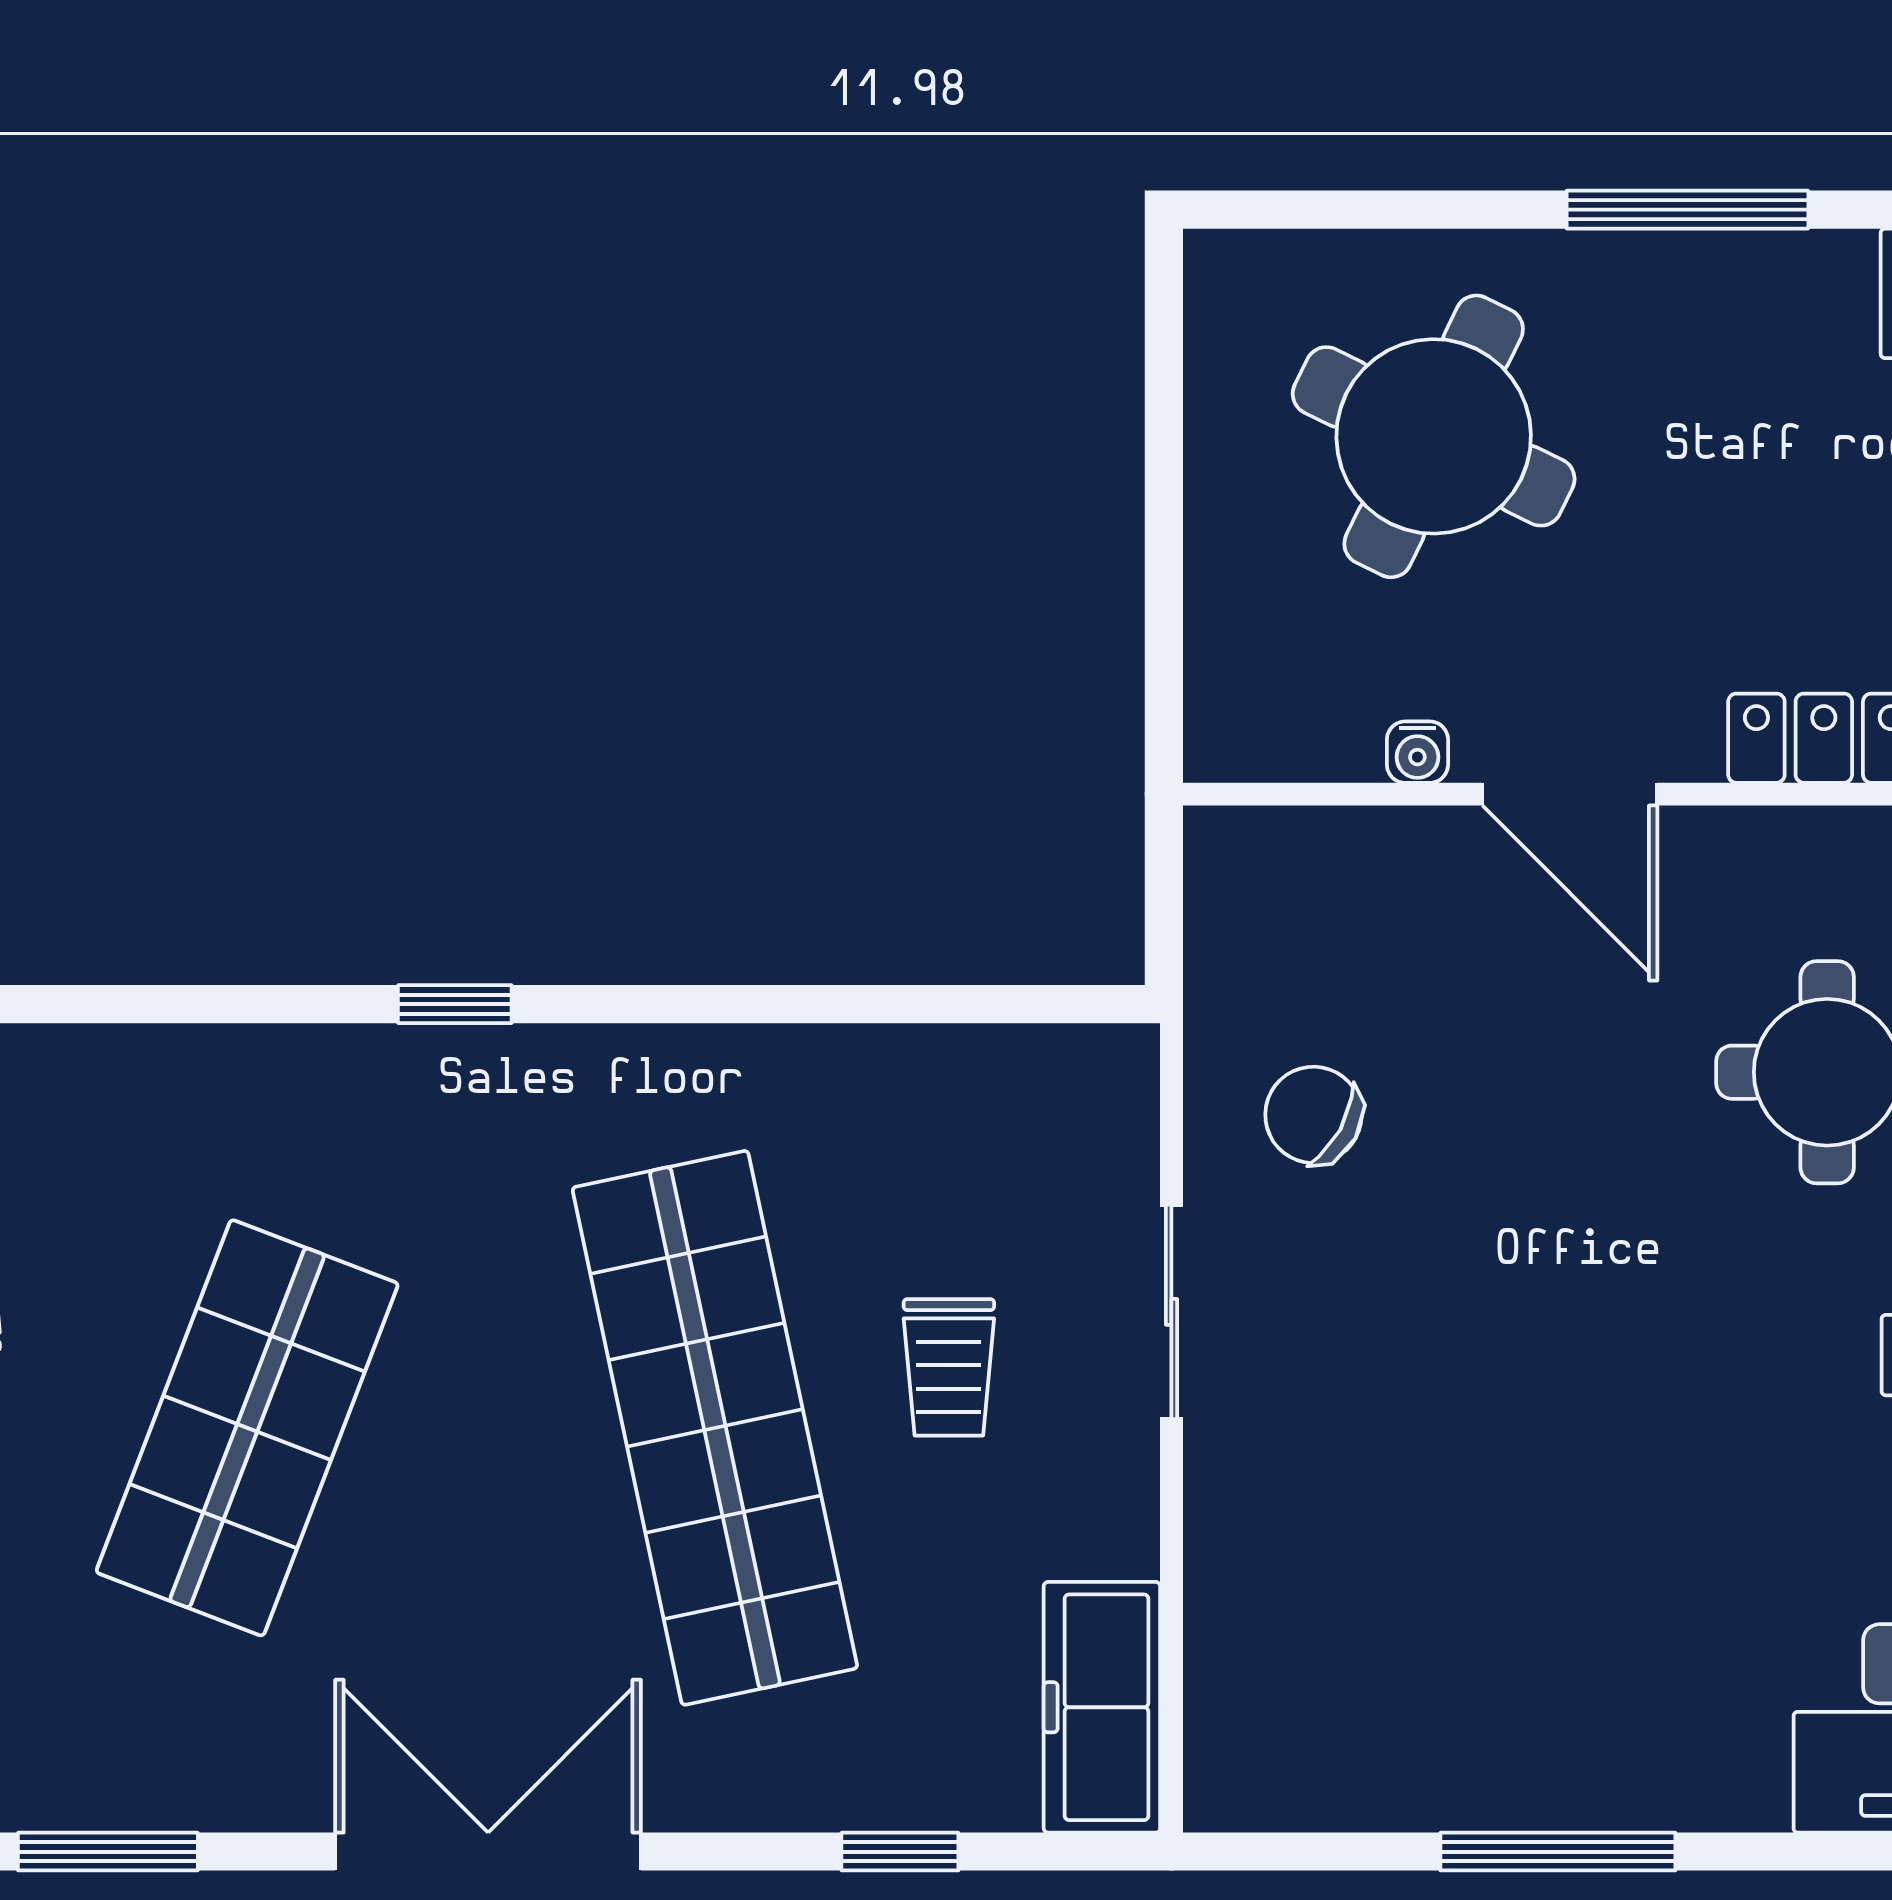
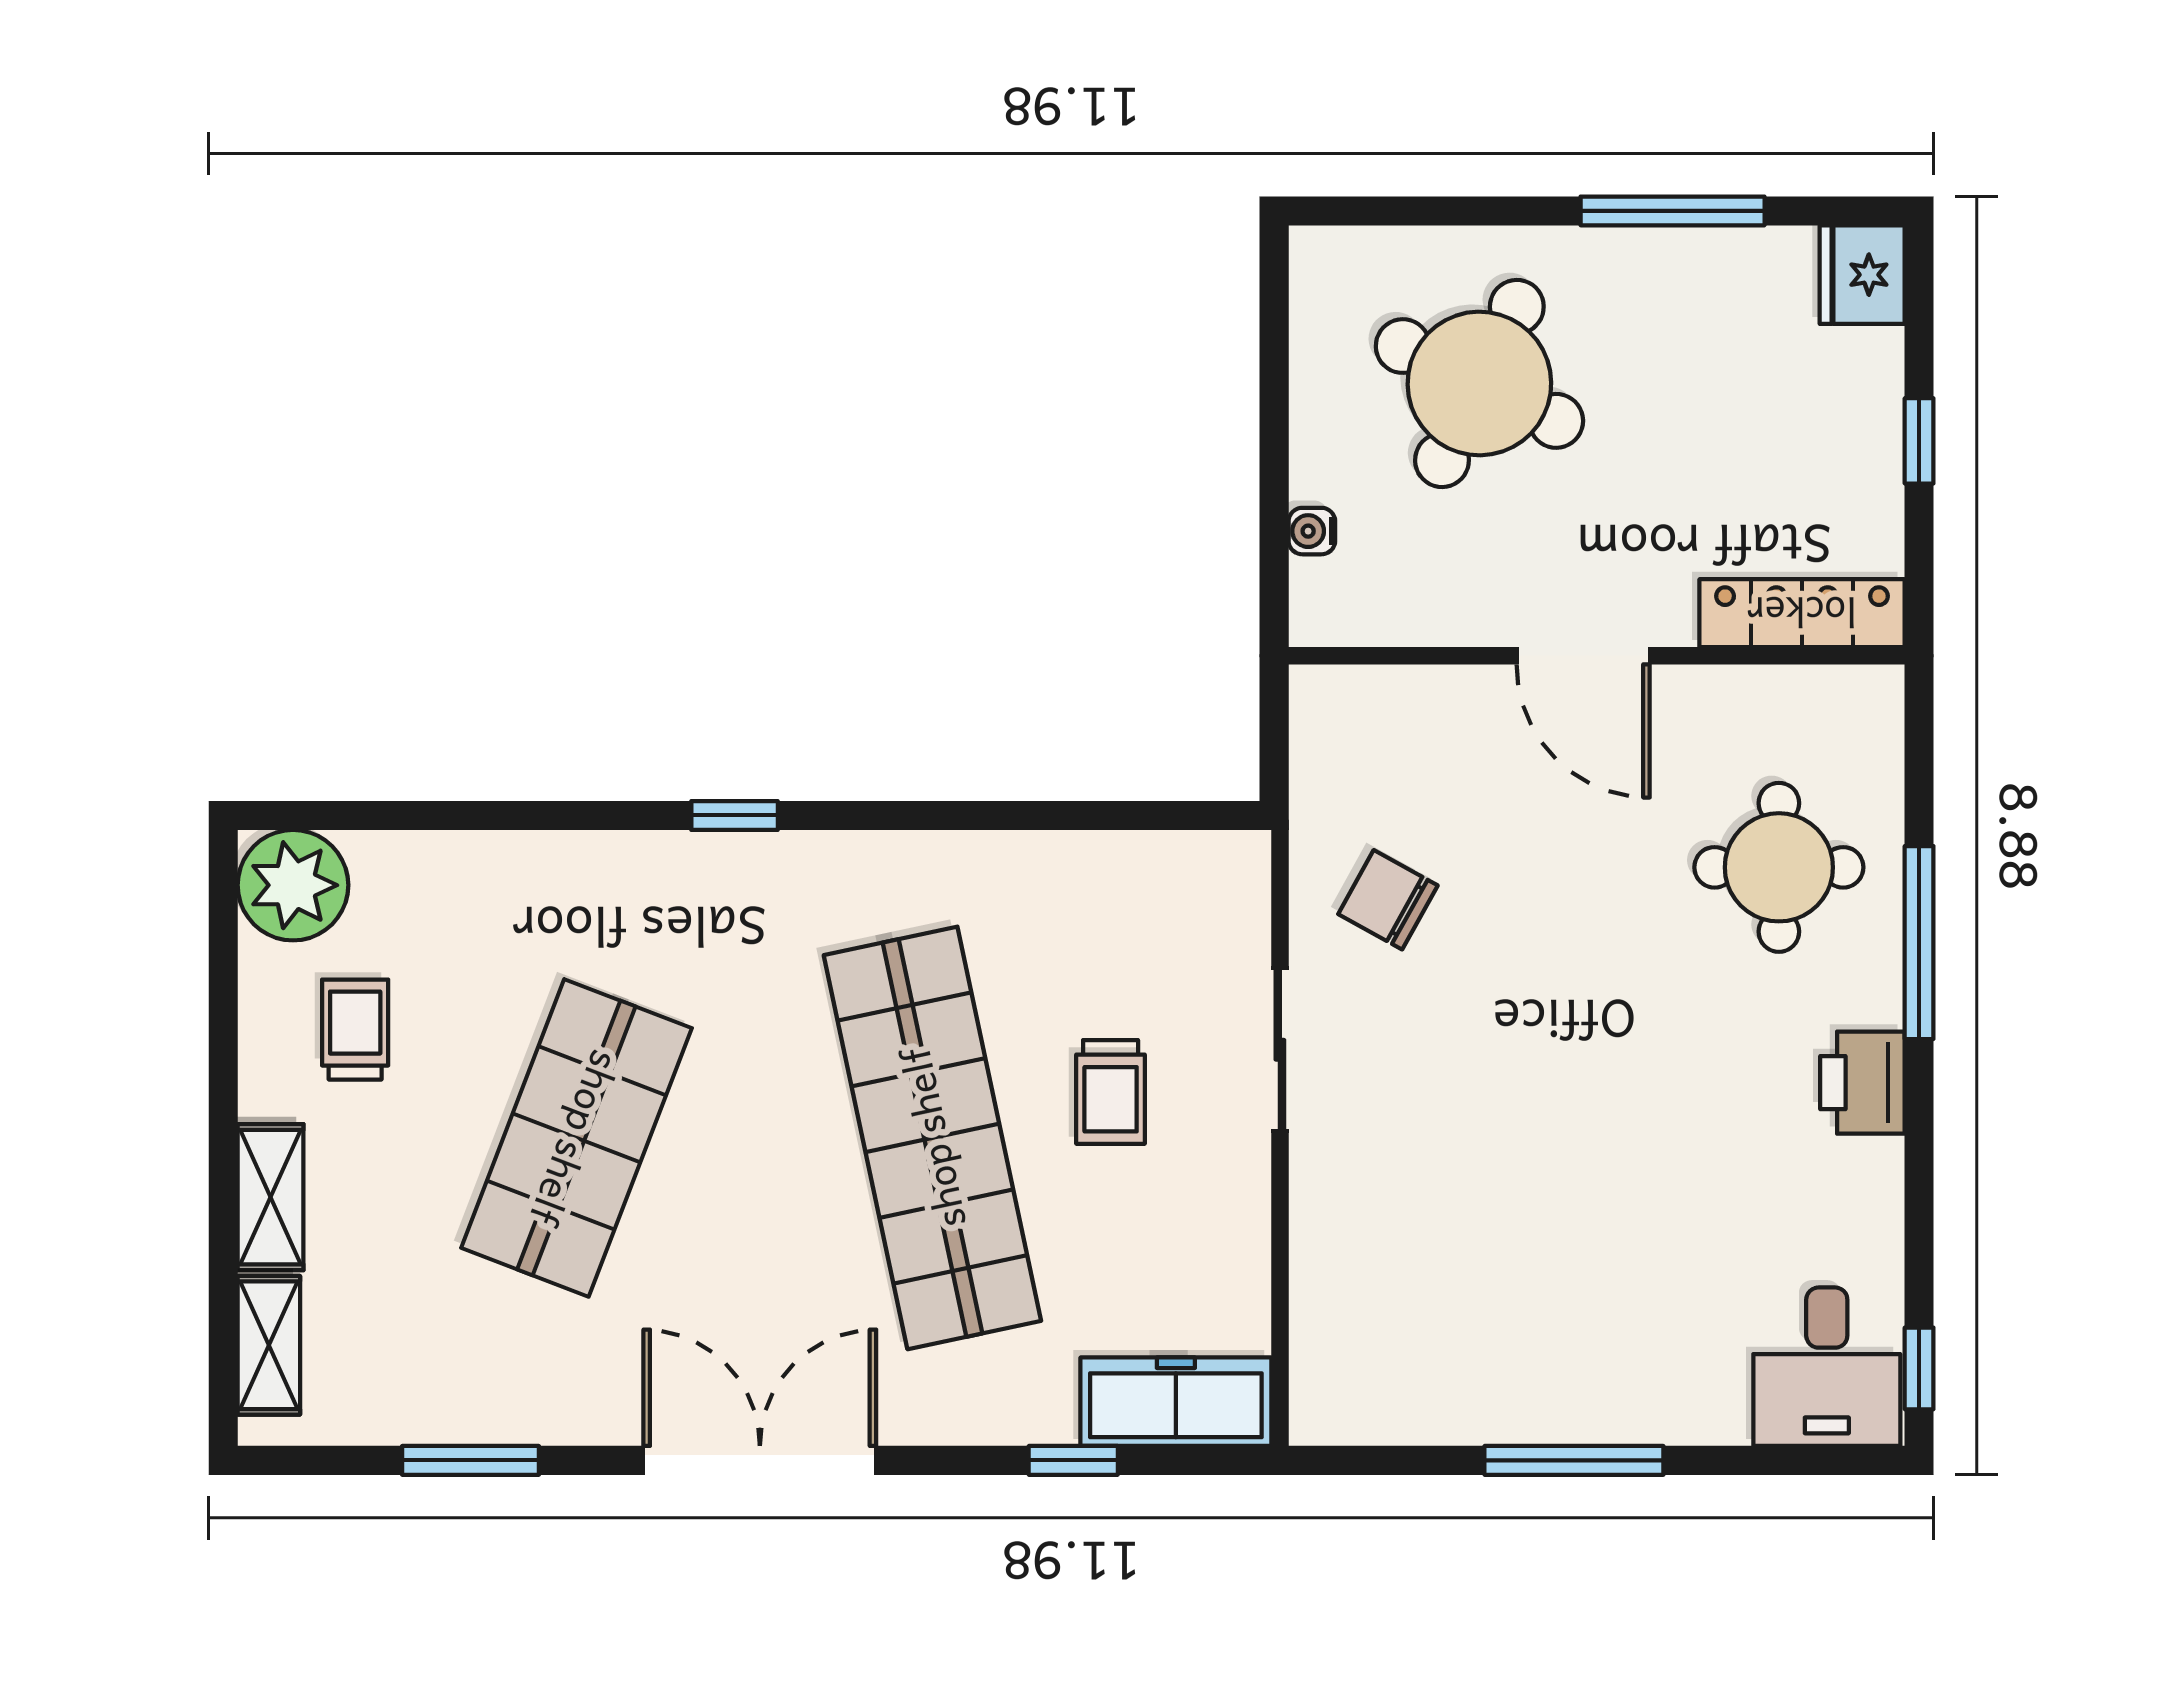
water cooler: (1417, 752) -> (1312, 531), moved, turned 90
freezer: (1102, 1707) -> (1176, 1402), moved, turned 90

